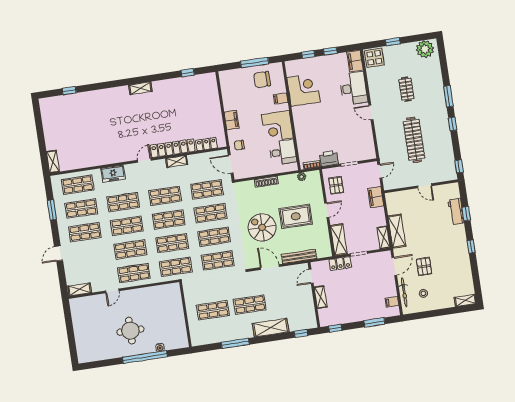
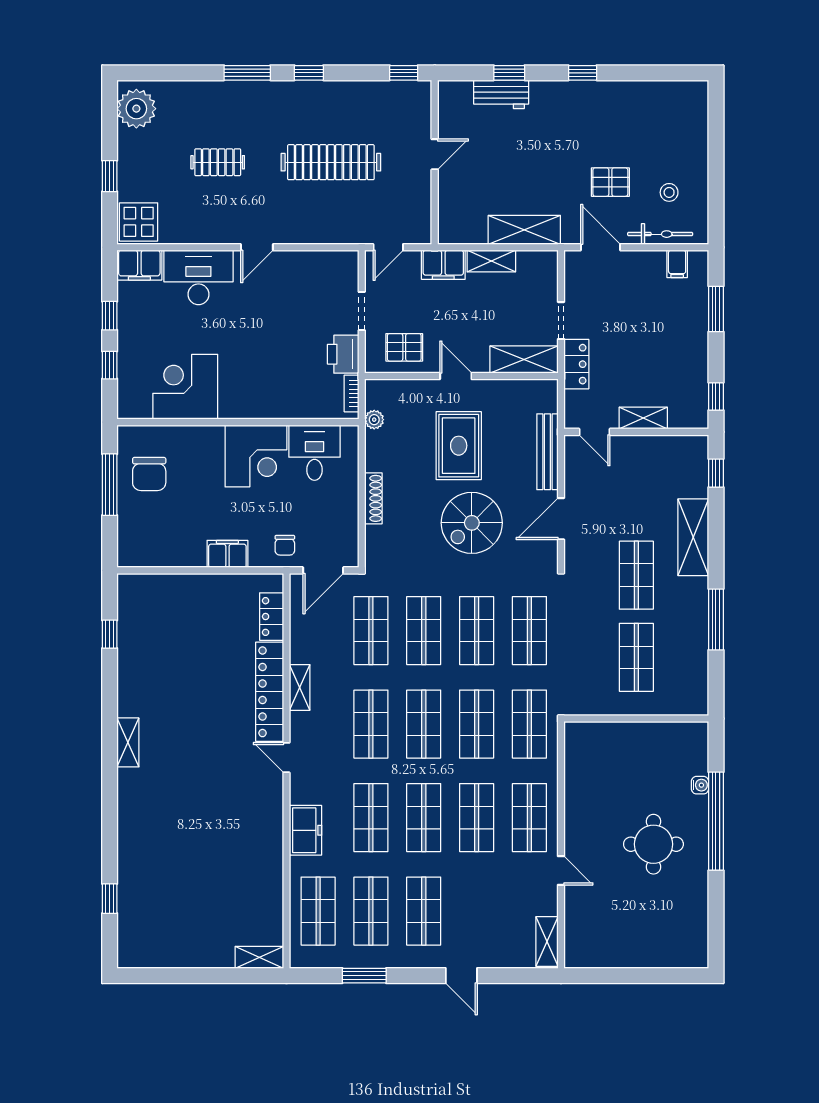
filing cabinet: (281, 99) -> (197, 440), removed
door: (380, 171) -> (388, 247), swing flipped
shelving: (384, 237) -> (491, 261), moved
shelving: (465, 300) -> (698, 103), removed

